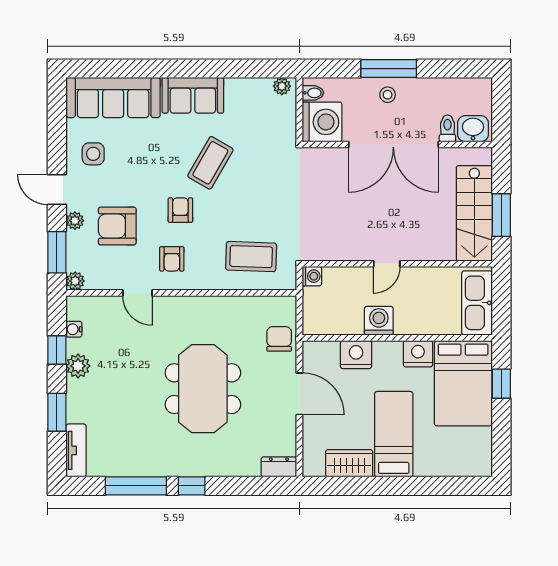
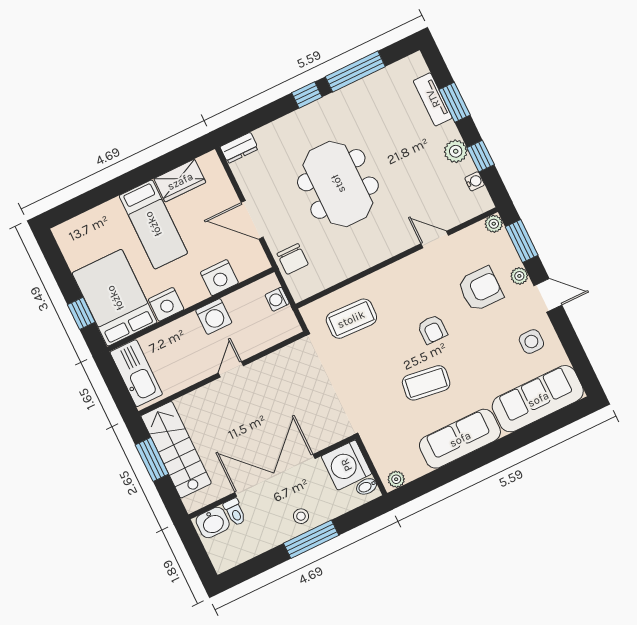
sofa: (193, 95) -> (460, 439), width x1.36
coffee table: (210, 163) -> (426, 383), turned 68
armchair: (172, 259) -> (419, 283), removed
washing machine: (312, 276) -> (277, 299), moved
tv unit: (76, 450) -> (433, 99), moved

